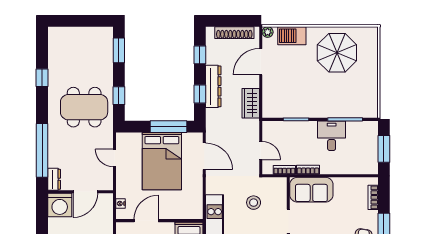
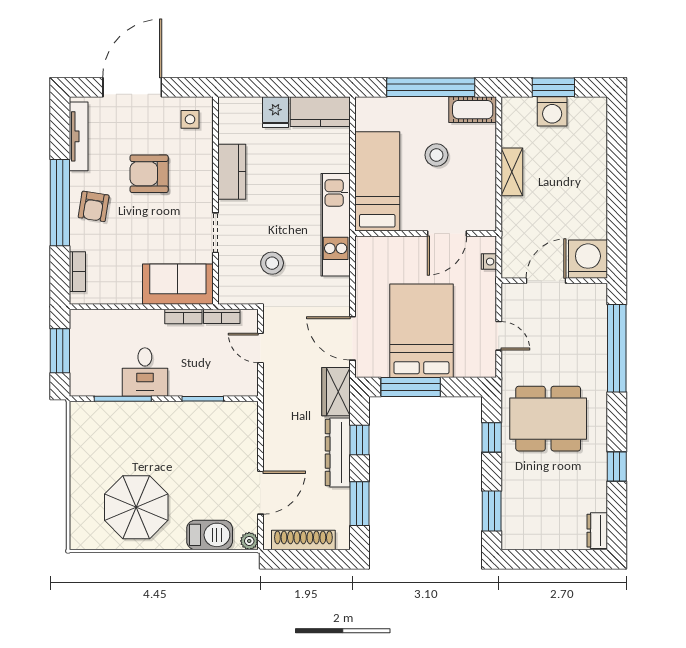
window: (200, 55) -> (360, 504), width x1.50
wardrobe: (251, 103) -> (336, 392), moved, turned 180
dresser: (54, 179) -> (597, 531), moved

